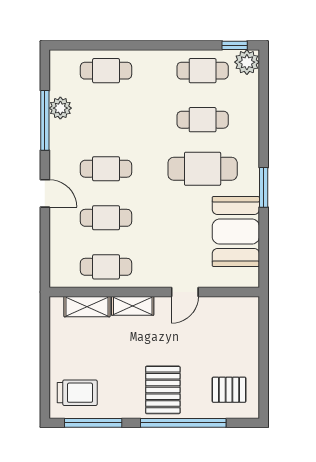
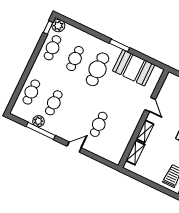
cafe table: (106, 169) -> (54, 103), moved
cafe table: (106, 267) -> (121, 135), removed

